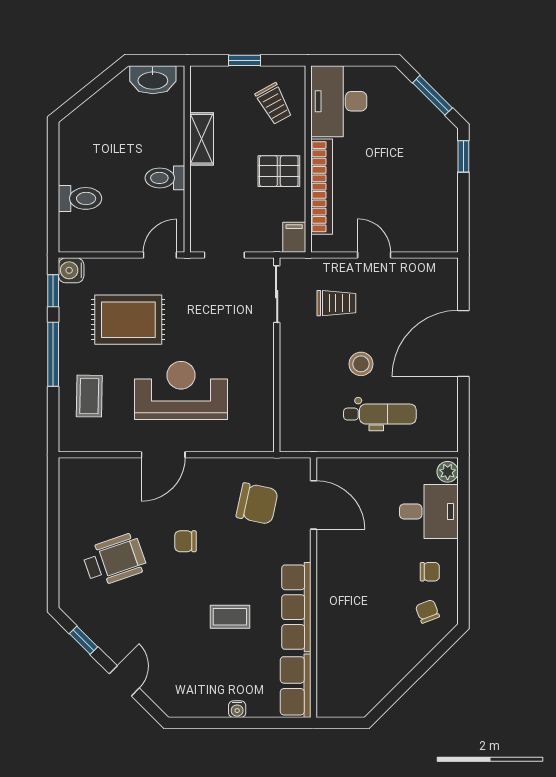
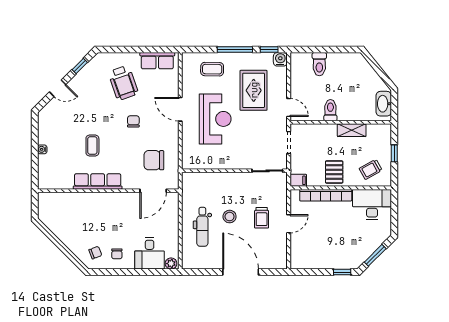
trolley: (336, 303) -> (262, 218), moved
chair: (257, 504) -> (154, 160), turned 78
row of seats: (296, 686) -> (157, 61), moved, turned 180

